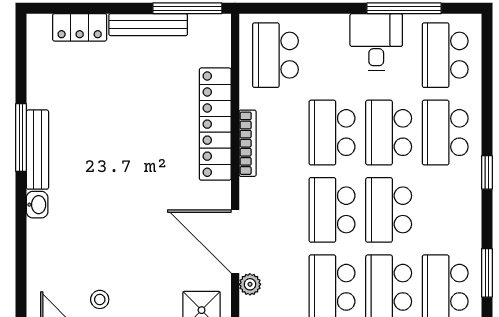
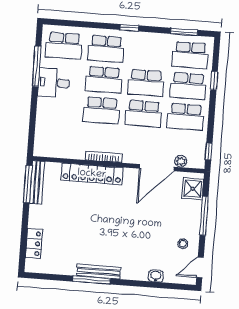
bench: (148, 25) -> (37, 182), moved
school desk: (275, 55) -> (57, 138), removed
washbasin: (37, 205) -> (156, 276), moved

